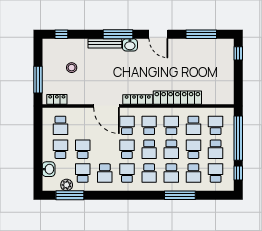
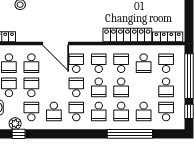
locker: (138, 99) -> (168, 37), moved
school desk: (193, 149) -> (31, 63), moved, turned 180
window: (70, 195) -> (19, 134), width x0.46
window: (180, 195) -> (130, 134), width x1.46

